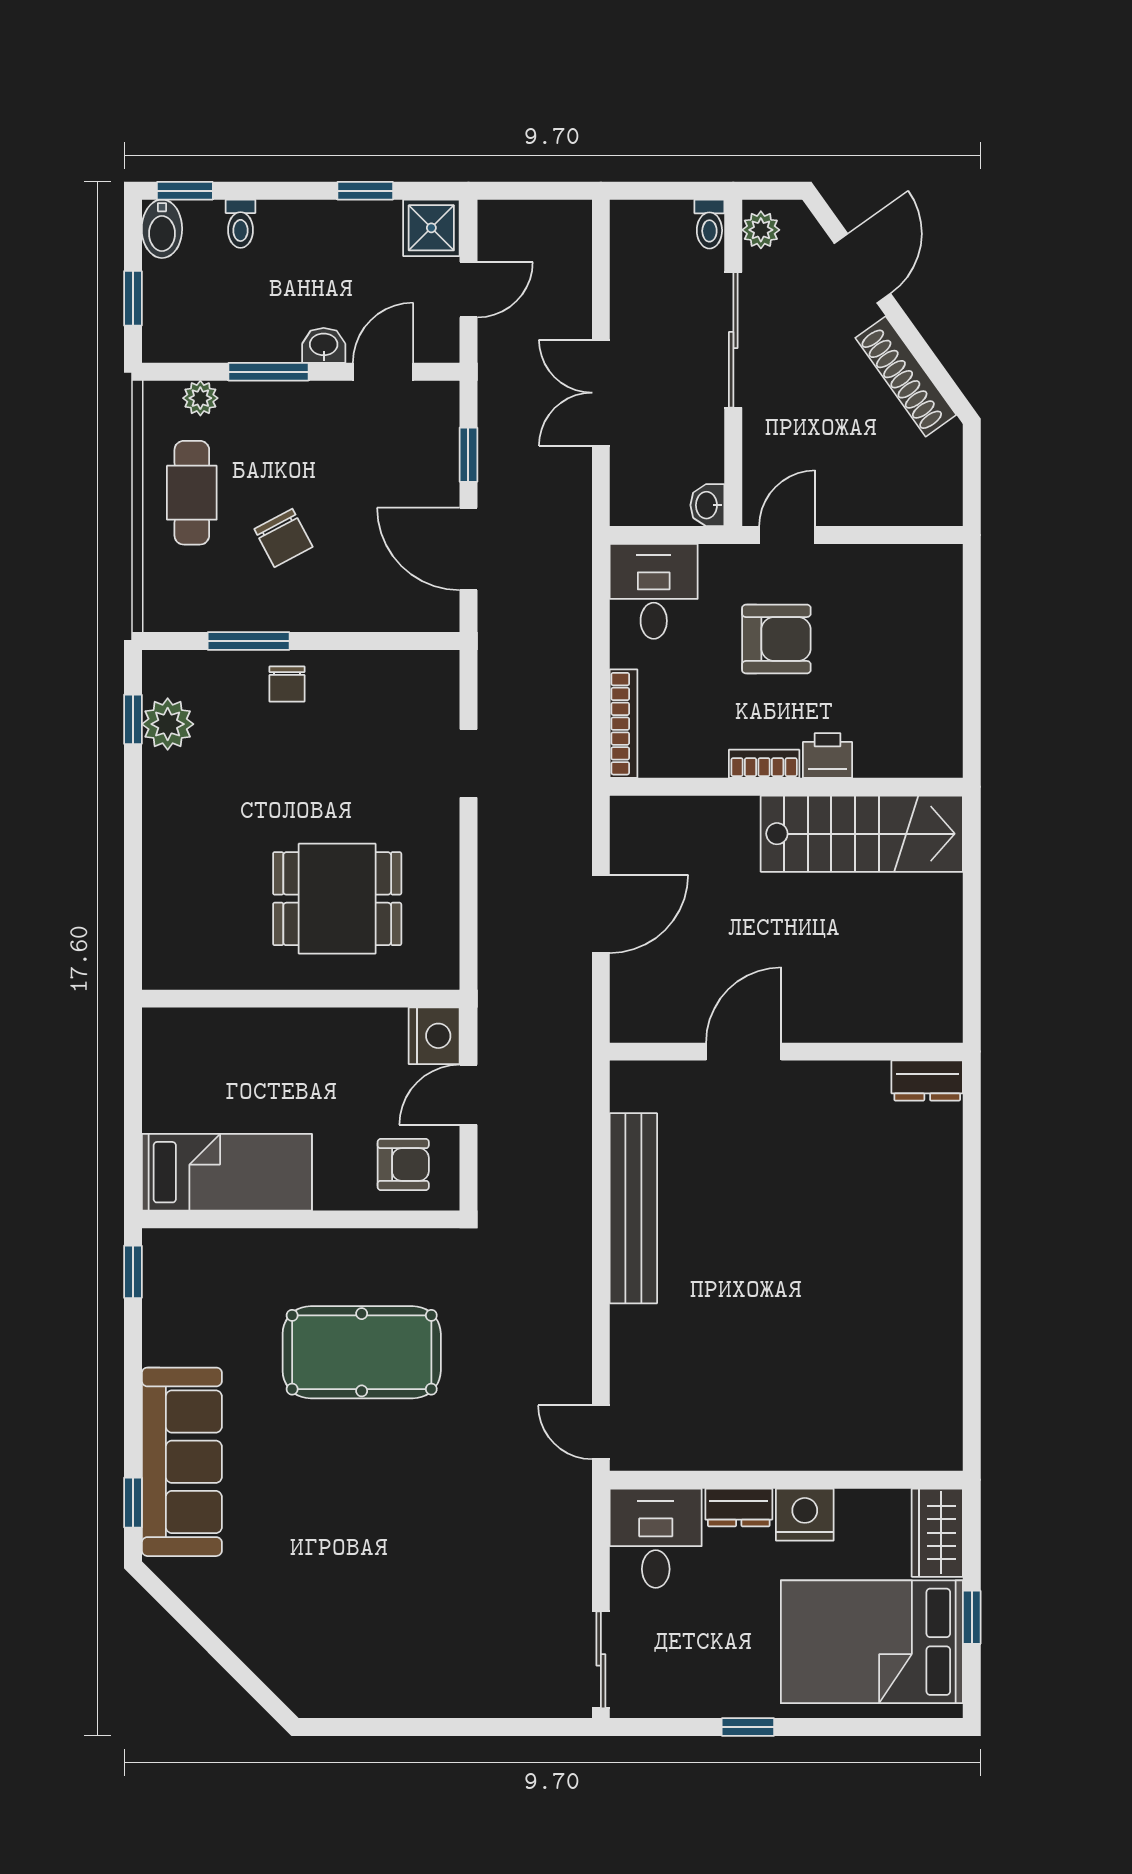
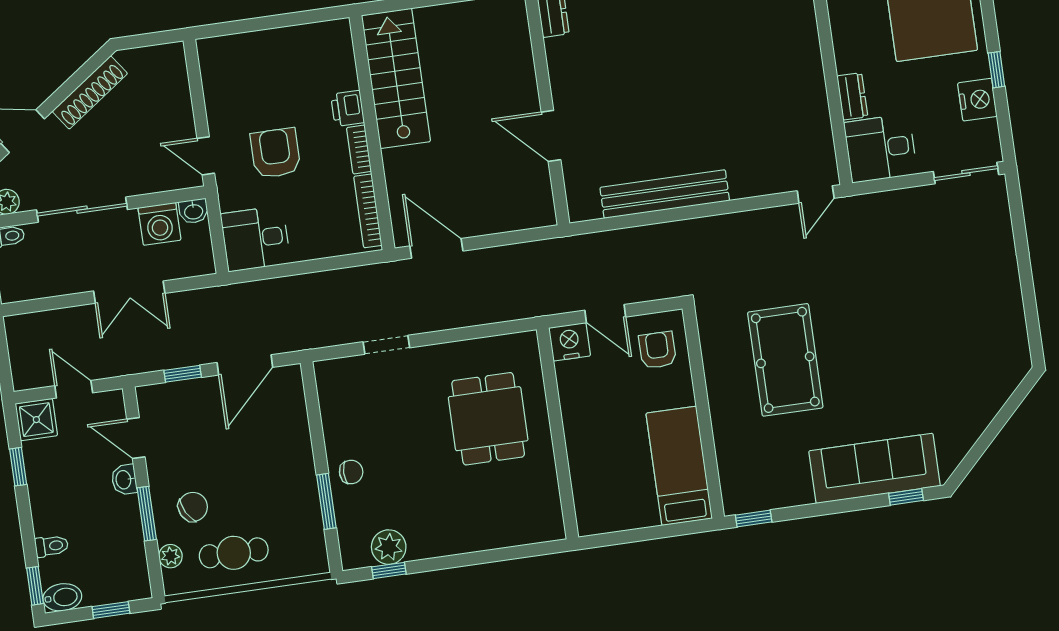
washing machine: (696, 452) -> (159, 224), added
chair: (283, 538) -> (193, 507), moved
bookcase: (624, 724) -> (368, 211), moved, turned -90
door: (601, 914) -> (436, 248), moved
nightstand: (805, 1515) -> (977, 100), moved, turned 180

